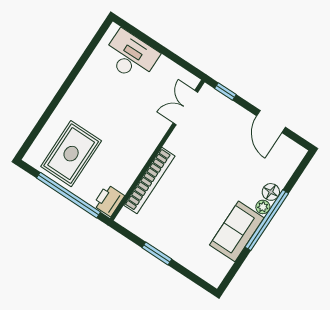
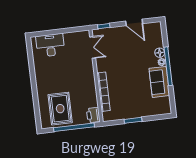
double door: (185, 108) -> (93, 47), swing flipped

